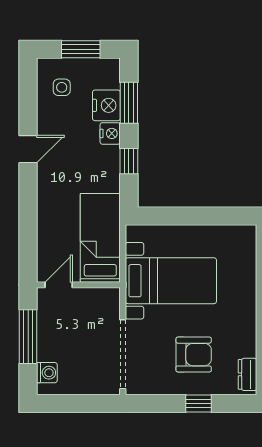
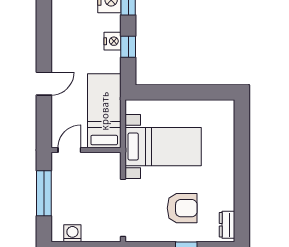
nightstand: (110, 133) -> (112, 41), moved
door: (28, 149) -> (44, 84), moved
washing machine: (47, 373) -> (72, 233), moved, turned -90

